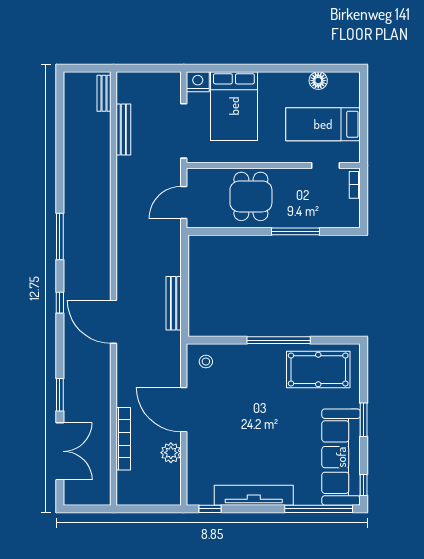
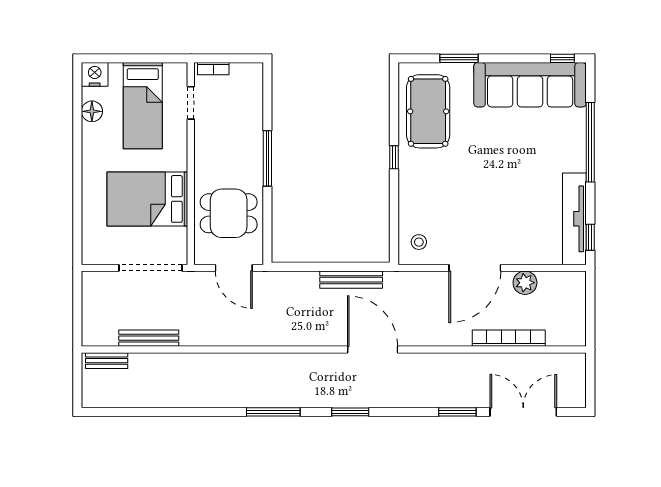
nightstand: (198, 82) -> (95, 74), moved, turned 90
bed: (234, 106) -> (147, 199), moved, turned 180
dining table: (251, 196) -> (229, 213), moved
window: (296, 231) -> (267, 158), moved
window: (60, 303) -> (350, 412), width x1.50
door: (113, 322) -> (373, 350), swing flipped
window: (279, 340) -> (394, 157), width x0.32
window: (364, 420) -> (459, 58), moved
tv unit: (254, 495) -> (574, 219), moved
window: (319, 509) -> (590, 142), moved

